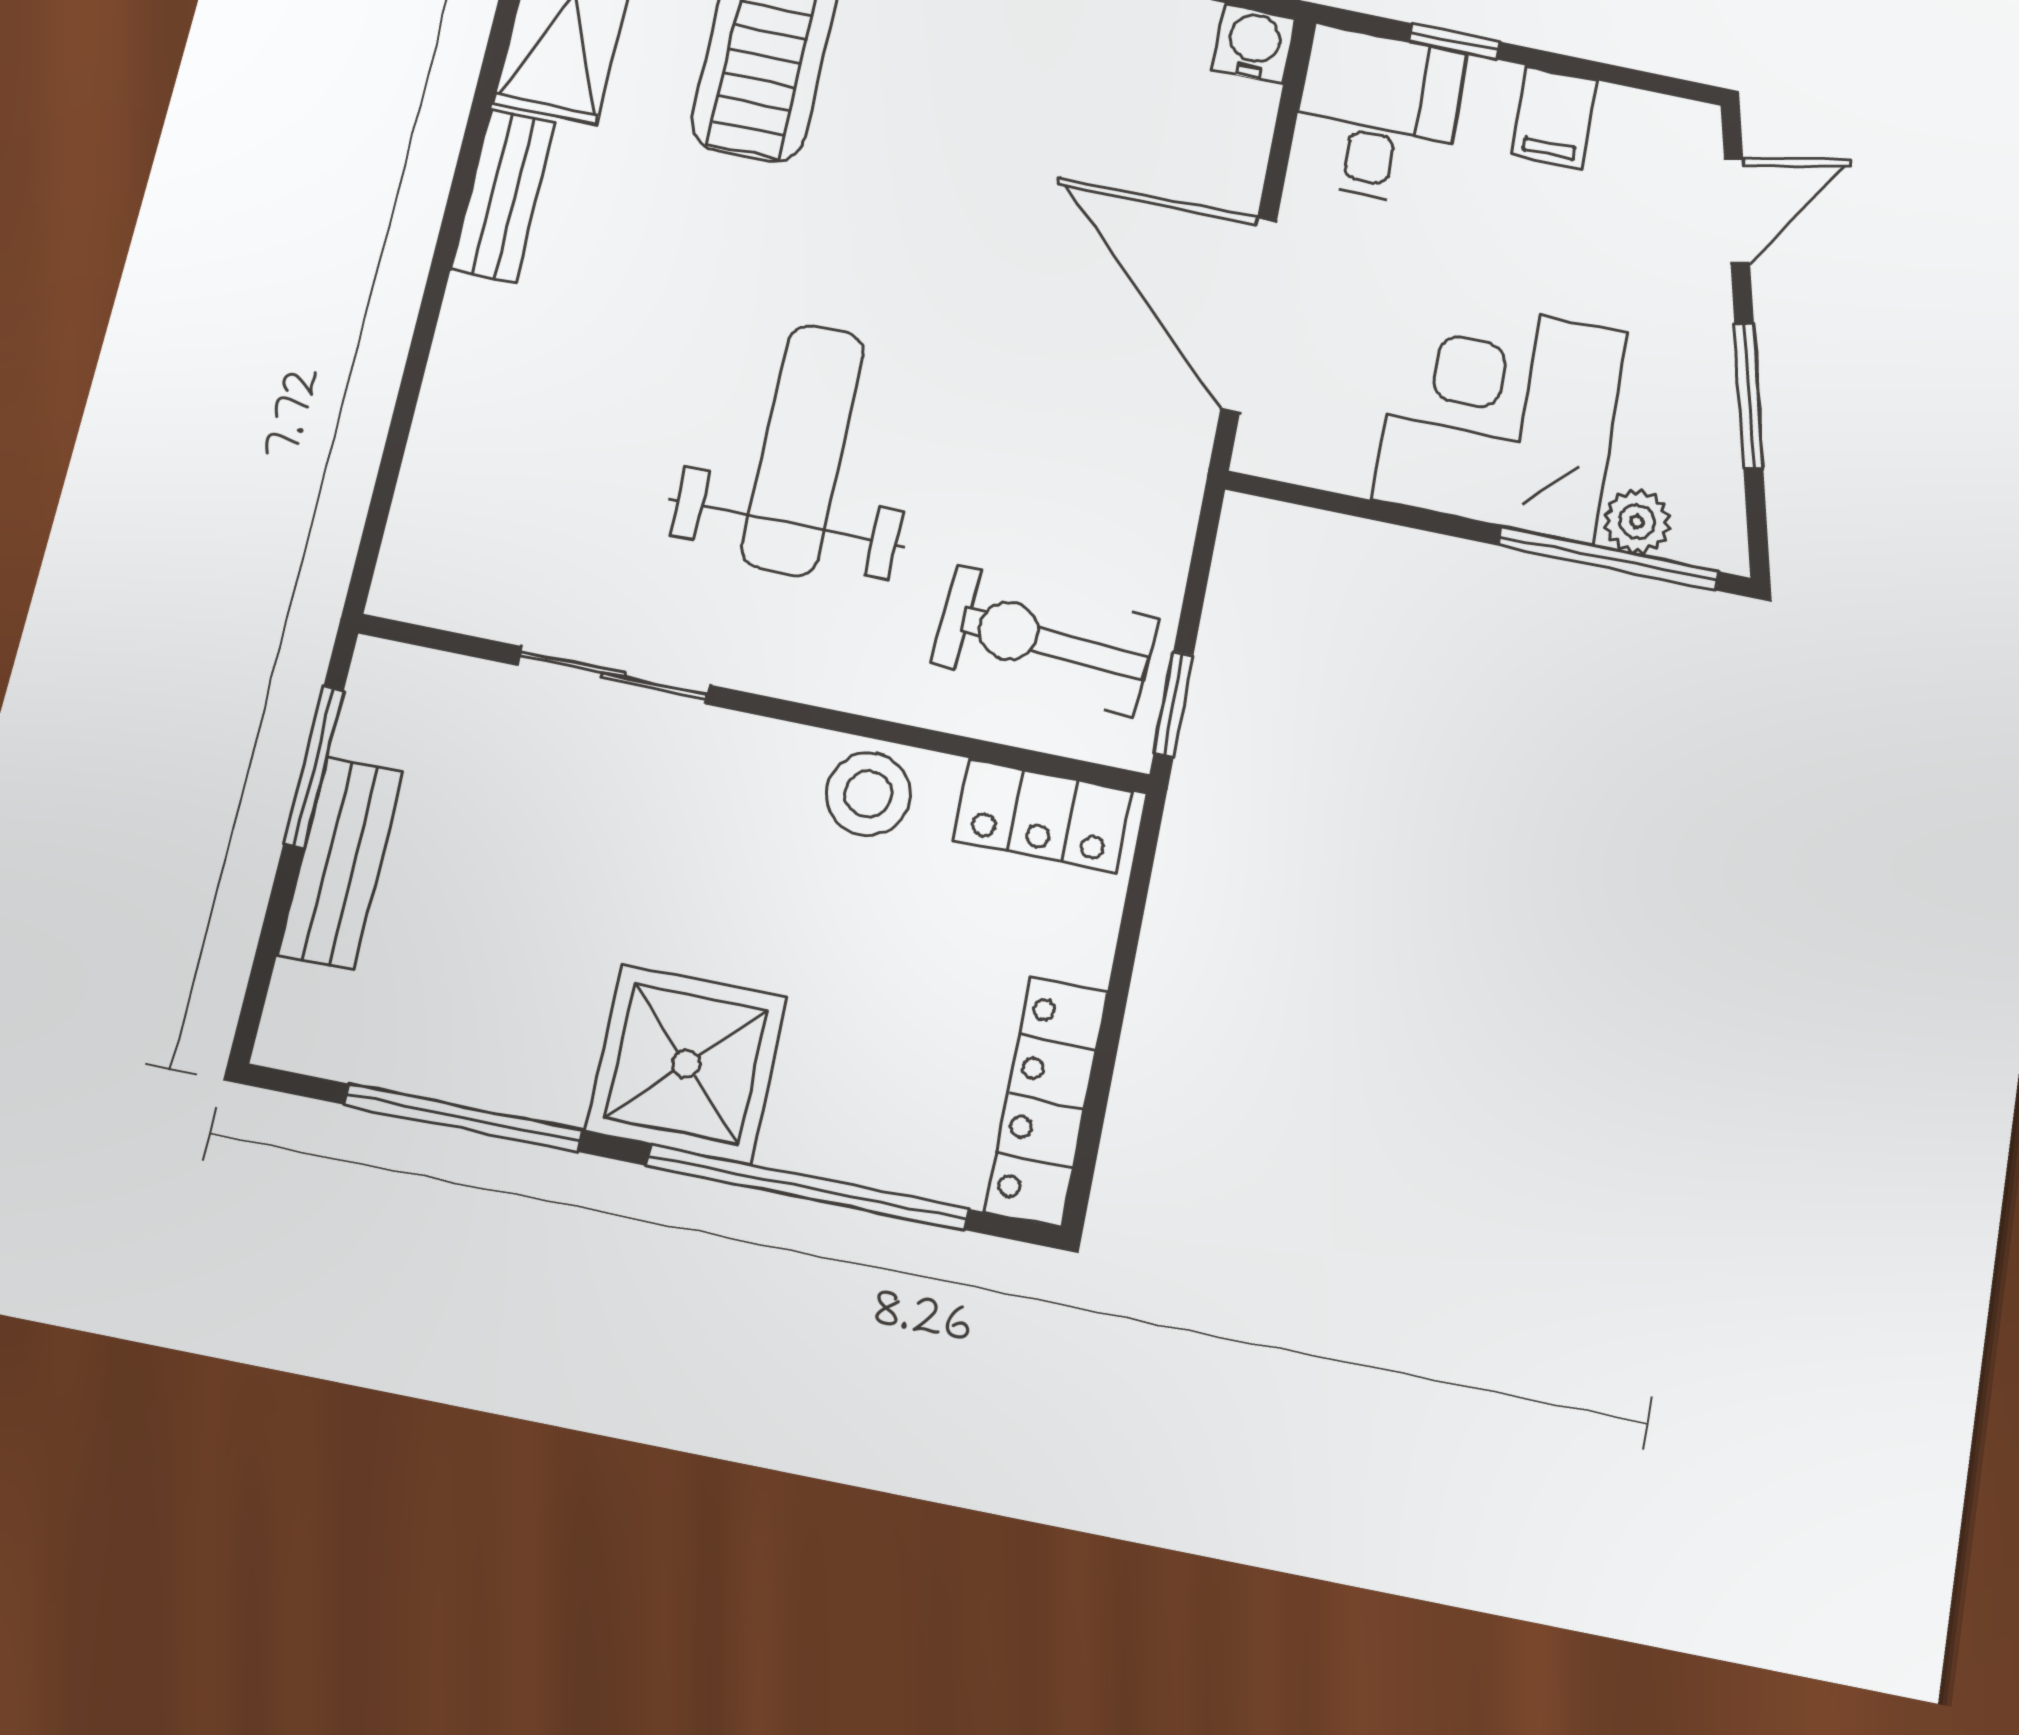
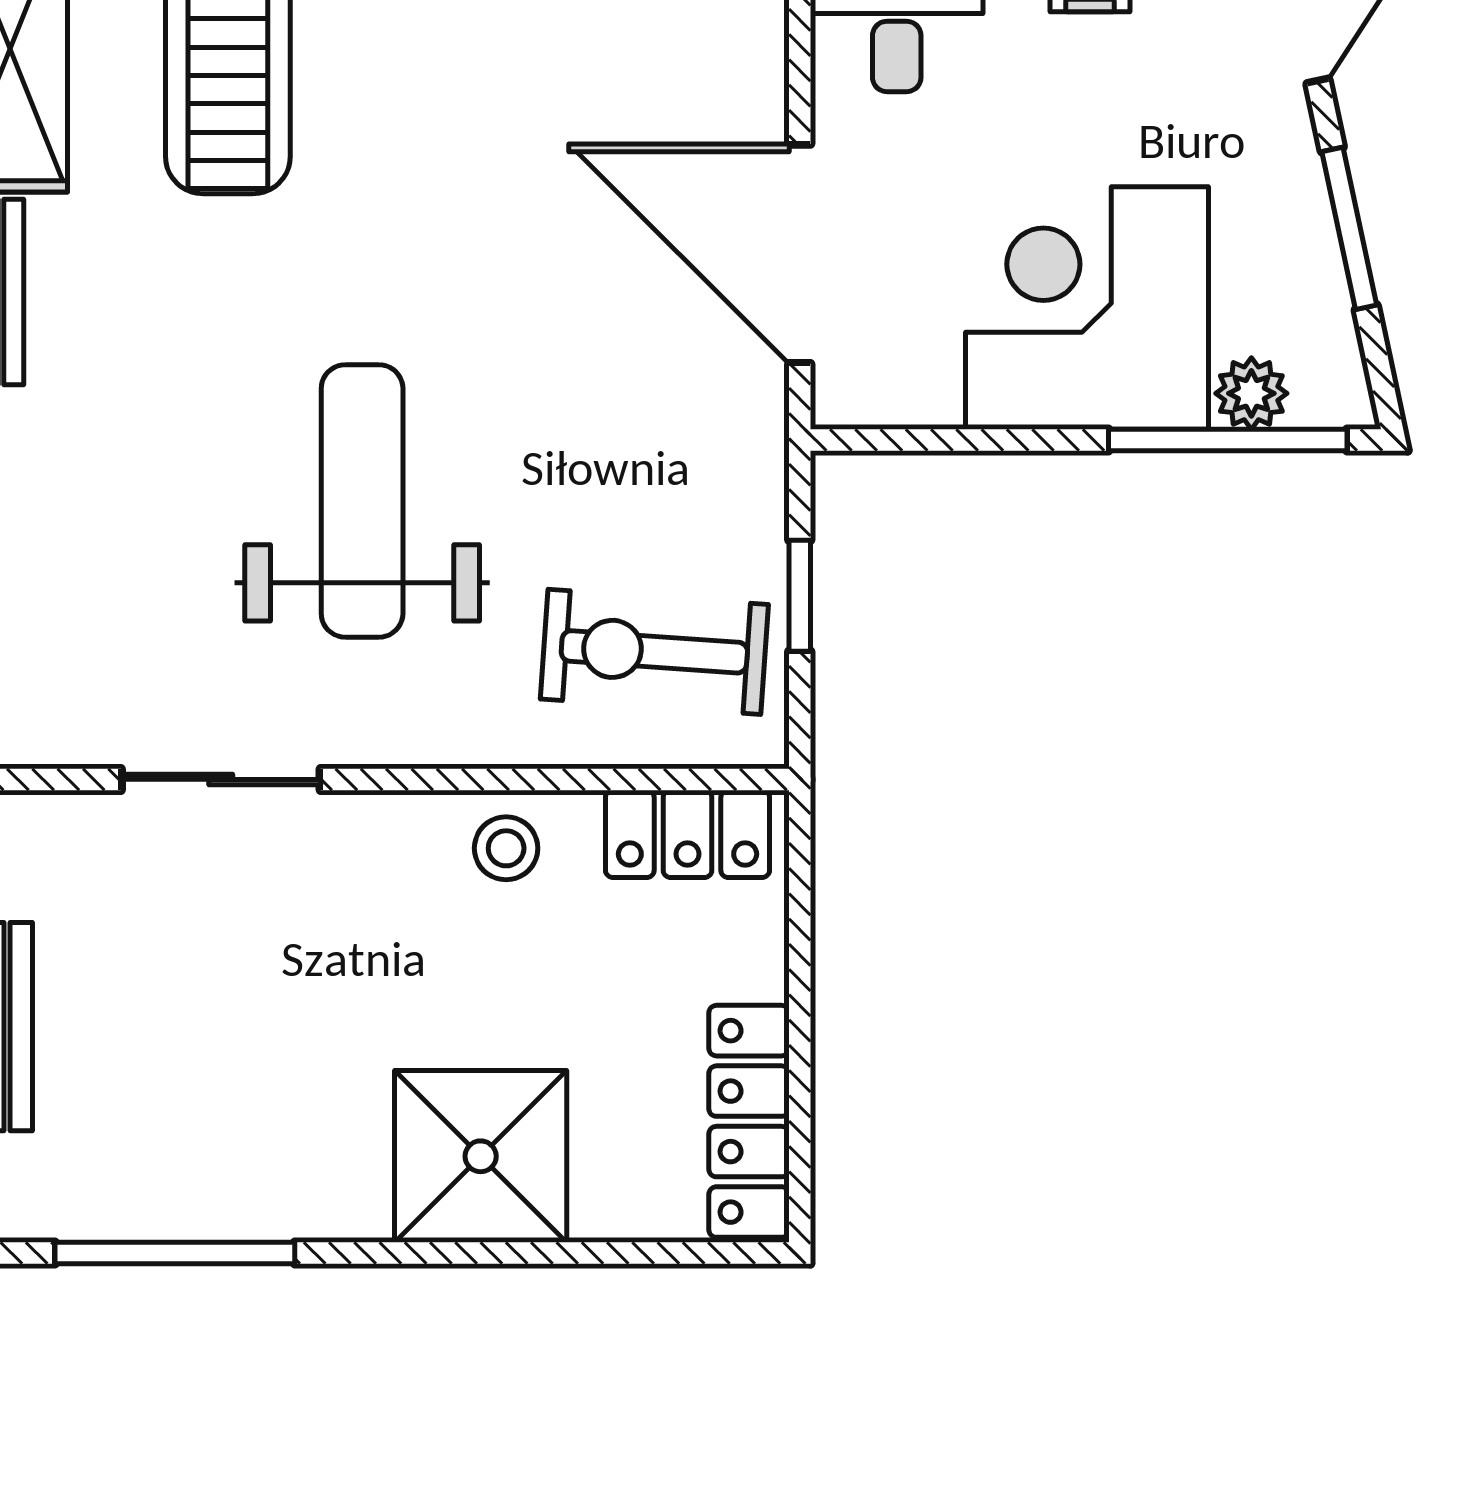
window: (1173, 704) -> (800, 596), moved
stool: (868, 794) -> (506, 848), width x0.73, depth x0.73
shower: (686, 1064) -> (481, 1156), moved
window: (808, 1187) -> (530, 1253), removed

